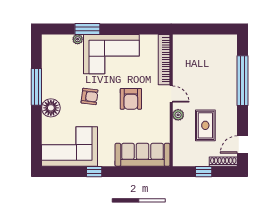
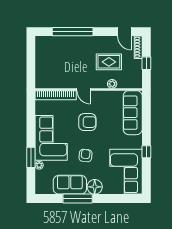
sofa: (54, 77) -> (70, 185), added
door: (171, 94) -> (83, 89), swing flipped
plant: (178, 115) -> (112, 84), moved

